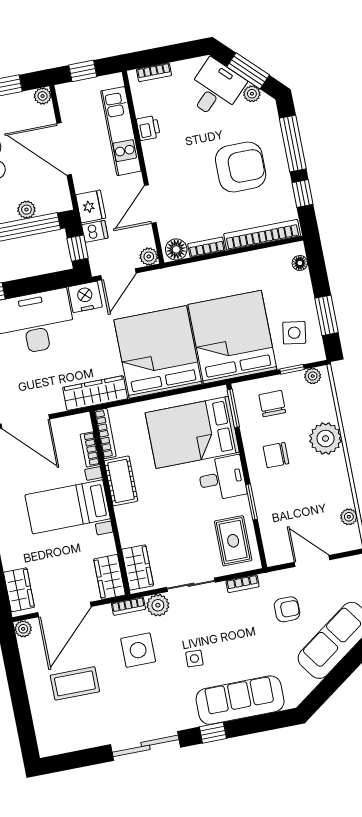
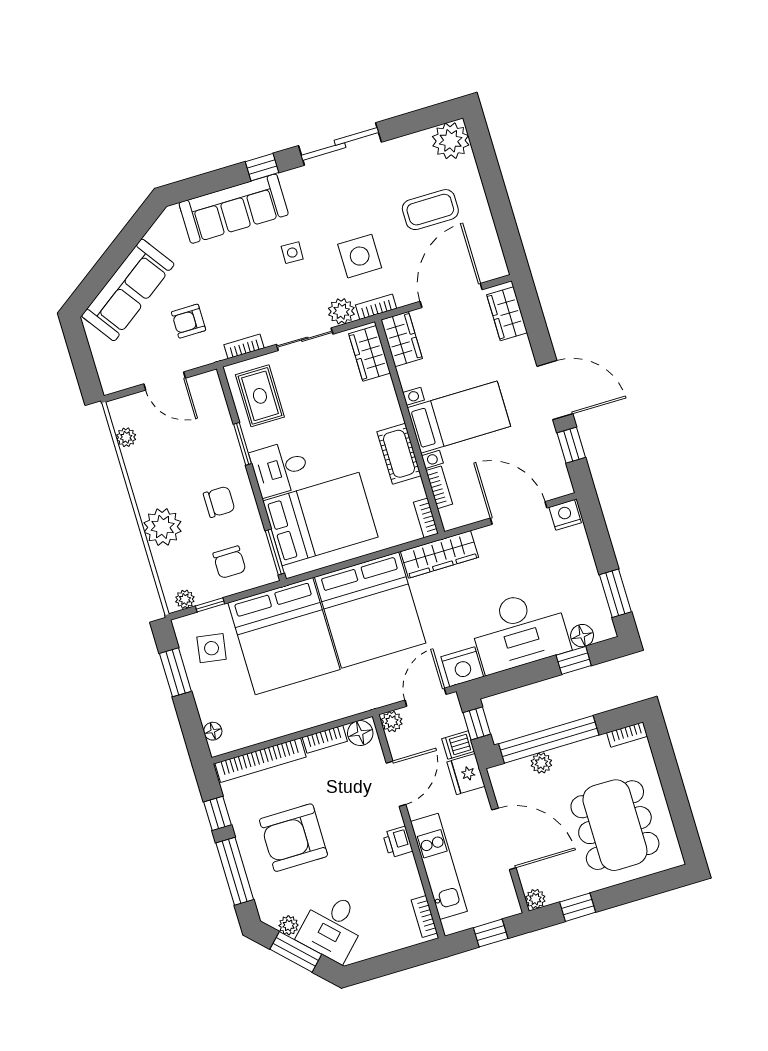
bookcase: (154, 72) -> (424, 916), moved, turned -90
printer: (148, 128) -> (398, 842), moved
bookcase: (105, 434) -> (426, 518), width x0.64
plant: (23, 629) -> (451, 141), moved, width x1.88, depth x1.88

